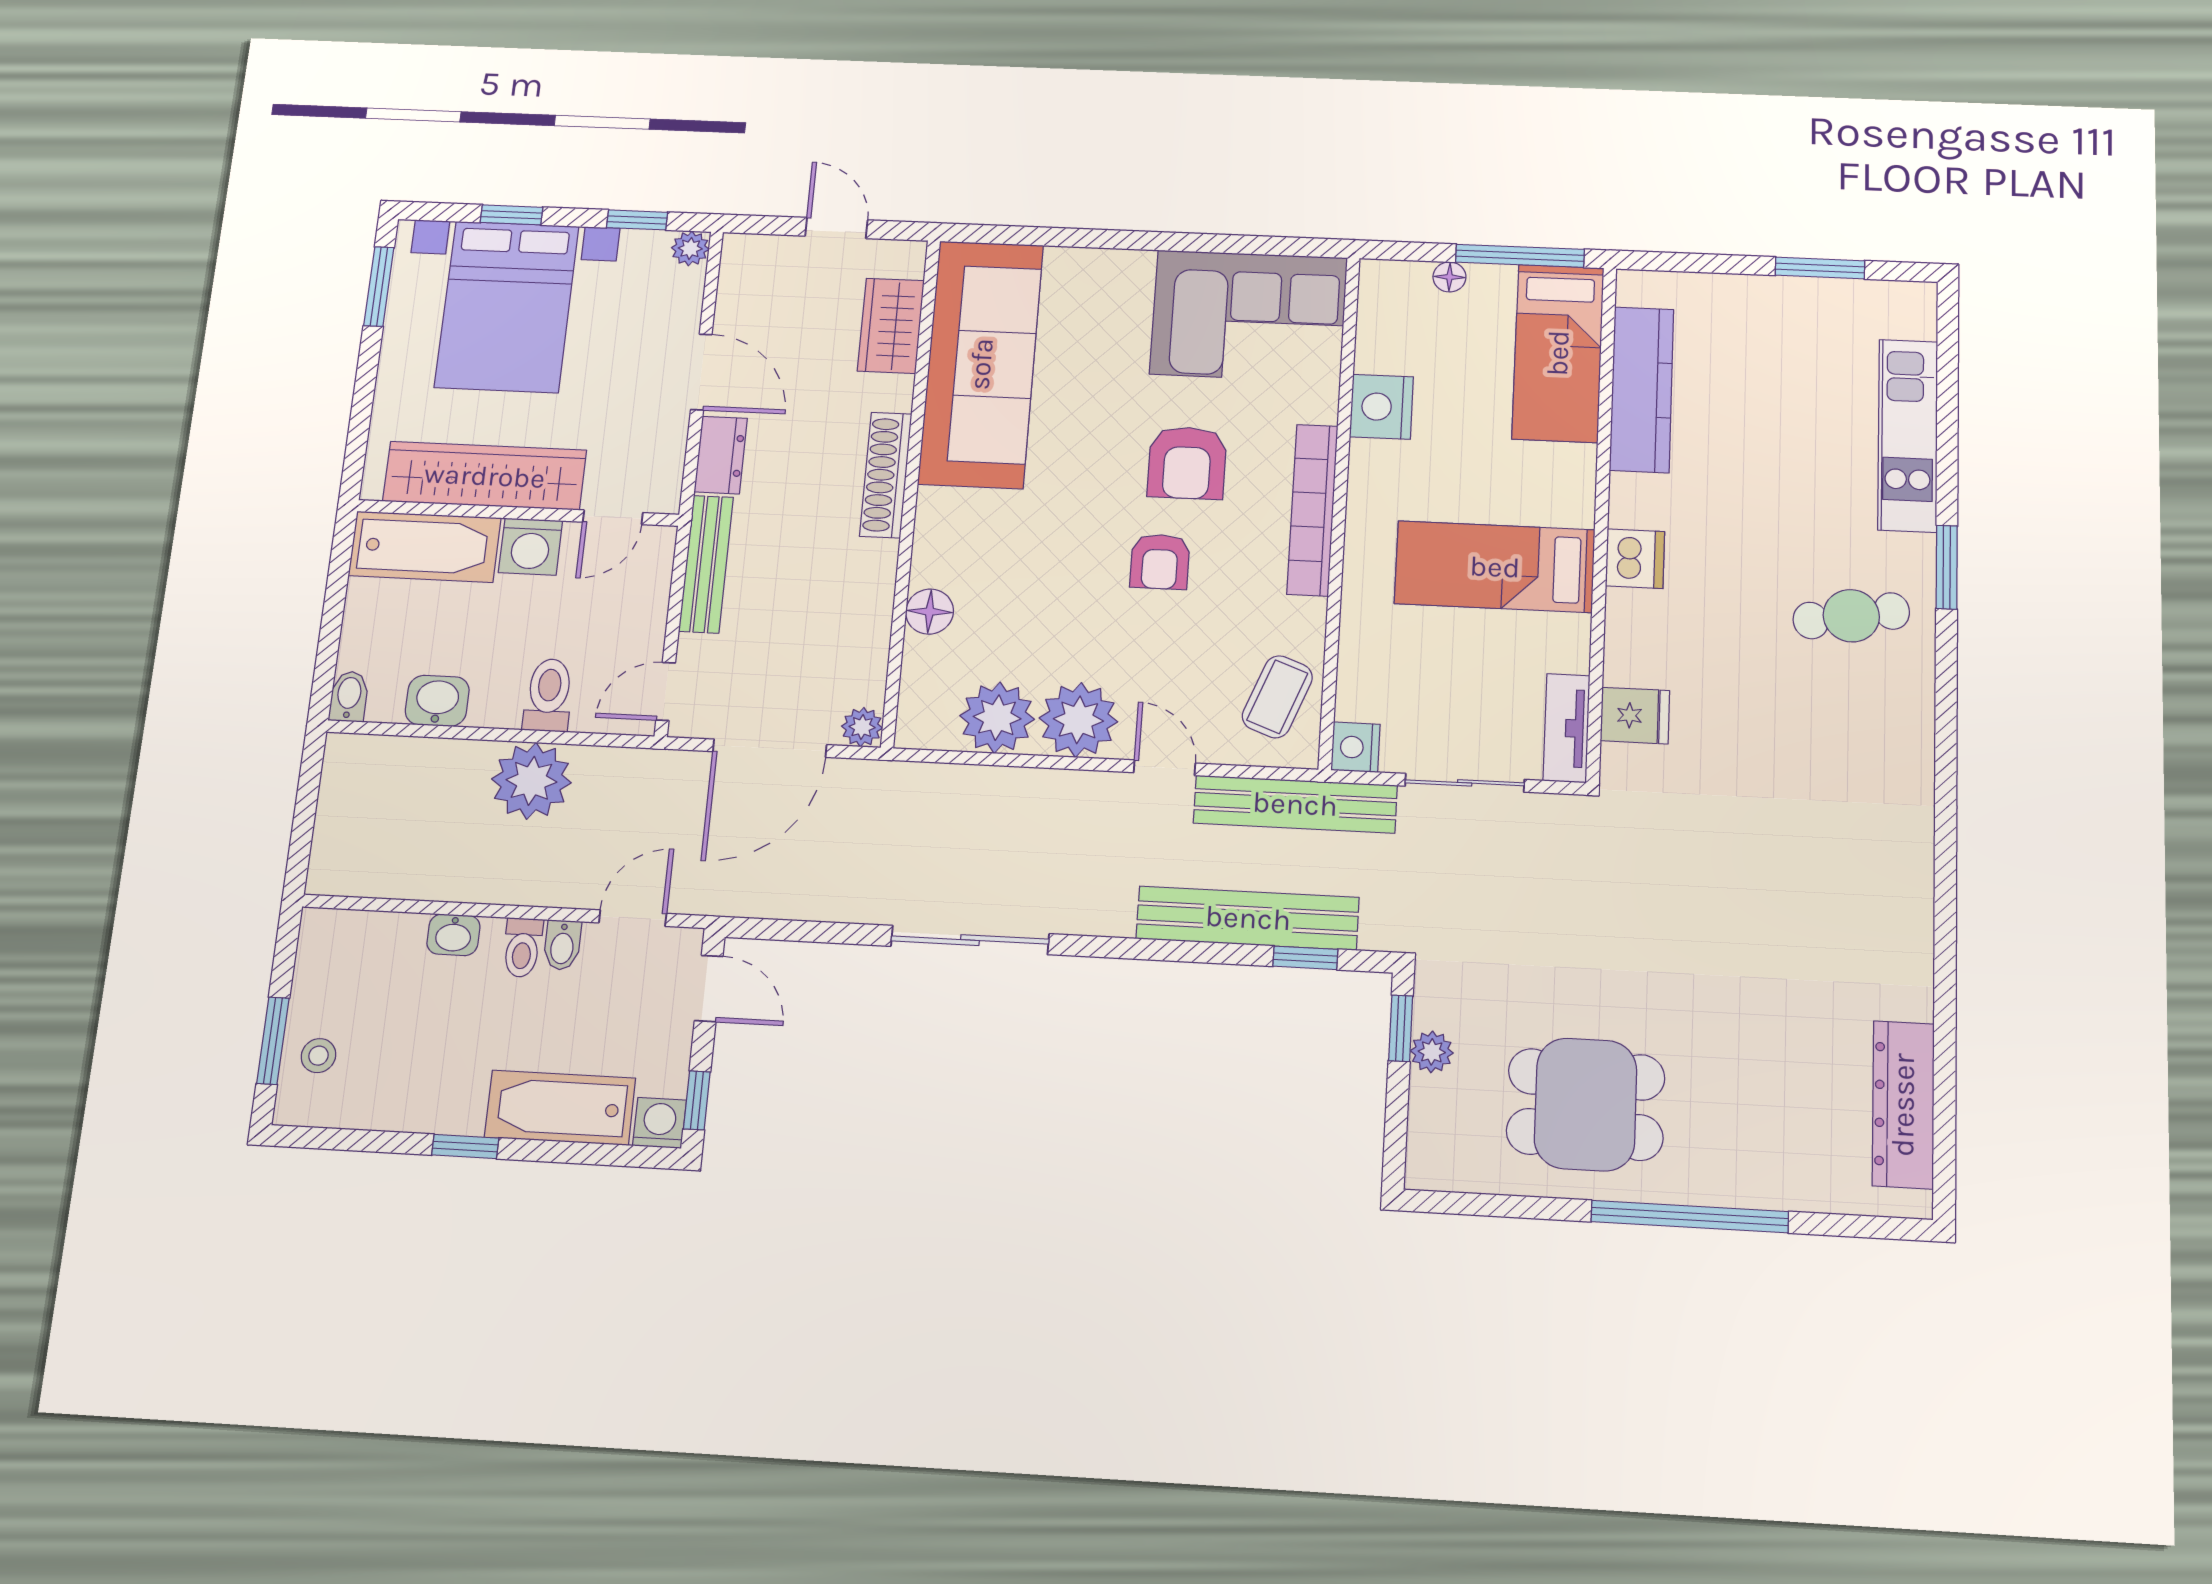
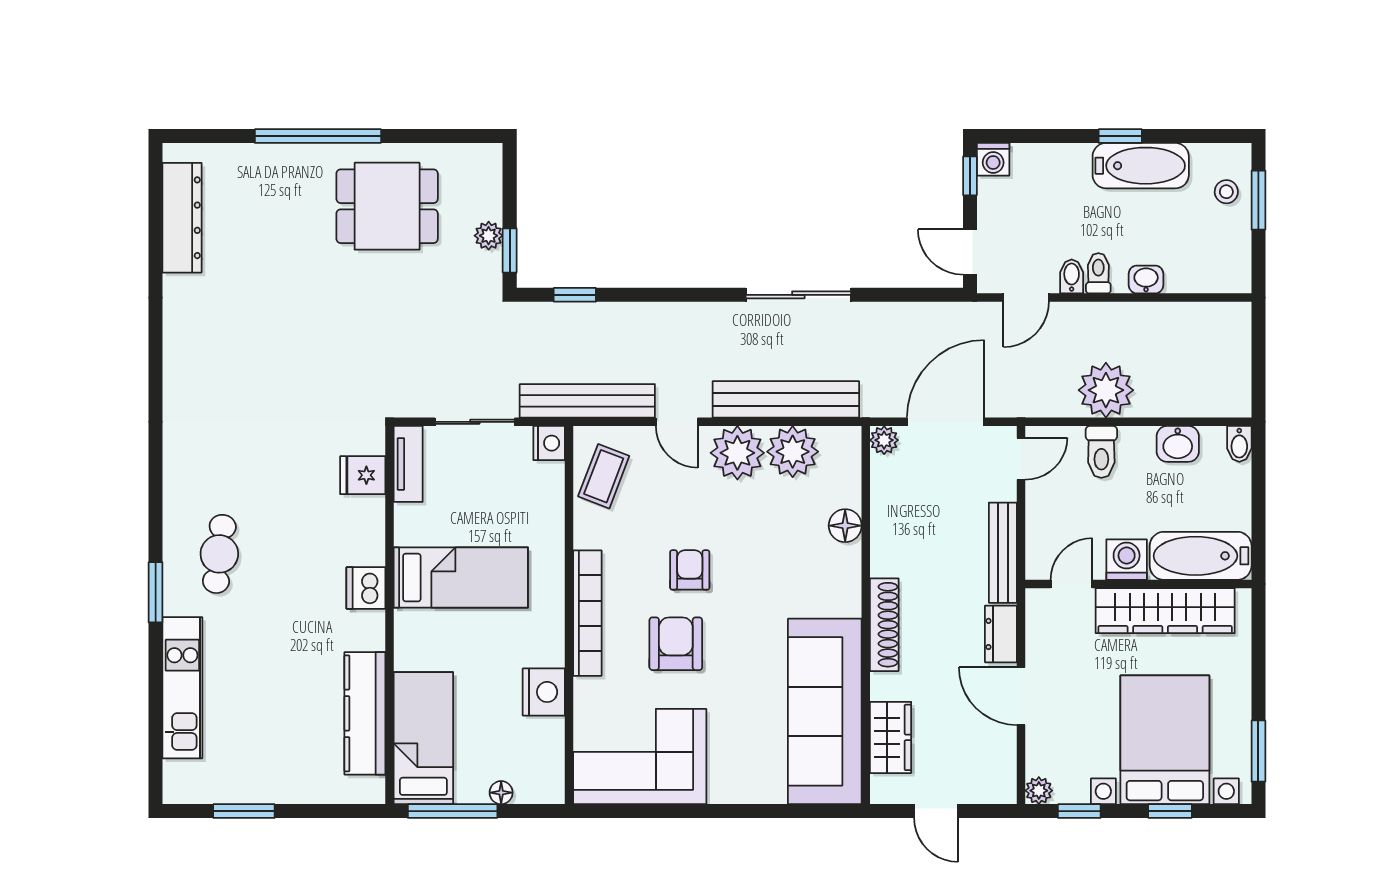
cafe table: (1851, 616) -> (219, 554), turned -73
bench: (1248, 918) -> (786, 399), moved
bathtub: (560, 1108) -> (1141, 166), moved

